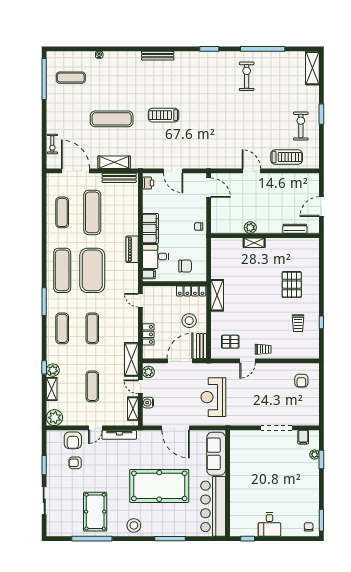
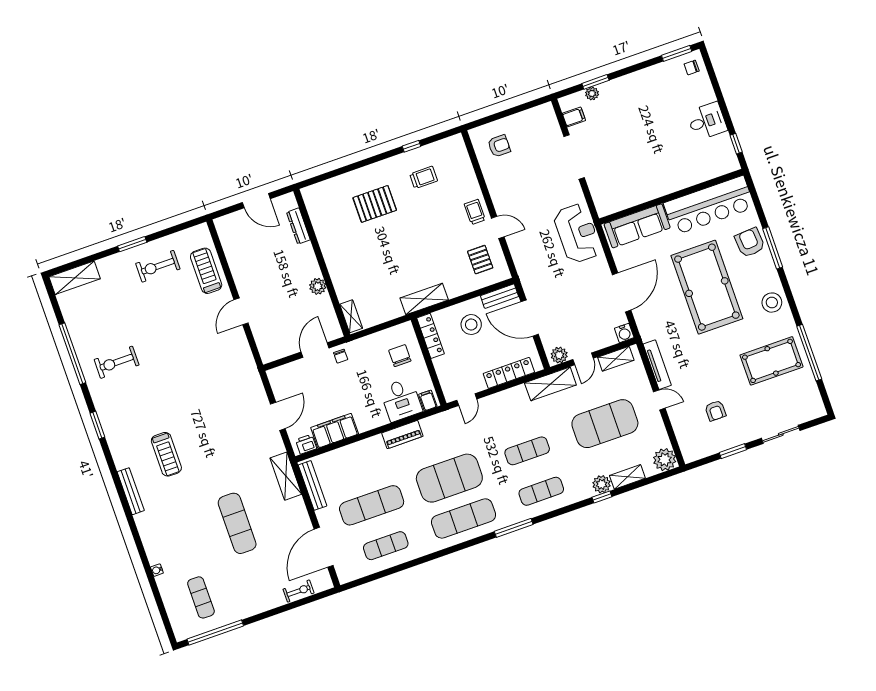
treadmill: (163, 115) -> (166, 454), moved
shelving: (114, 162) -> (286, 476), moved
door: (209, 188) -> (315, 350), moved
filing cabinet: (150, 228) -> (335, 431), moved
shelving: (254, 243) -> (351, 316), moved
locker: (148, 334) -> (509, 373), width x1.53
exercise mat: (92, 386) -> (605, 424), width x2.00, depth x1.45
reception desk: (213, 397) -> (577, 233), moved, turned -90
water cooler: (148, 403) -> (624, 333), moved
armchair: (73, 440) -> (750, 243), moved, turned -94

